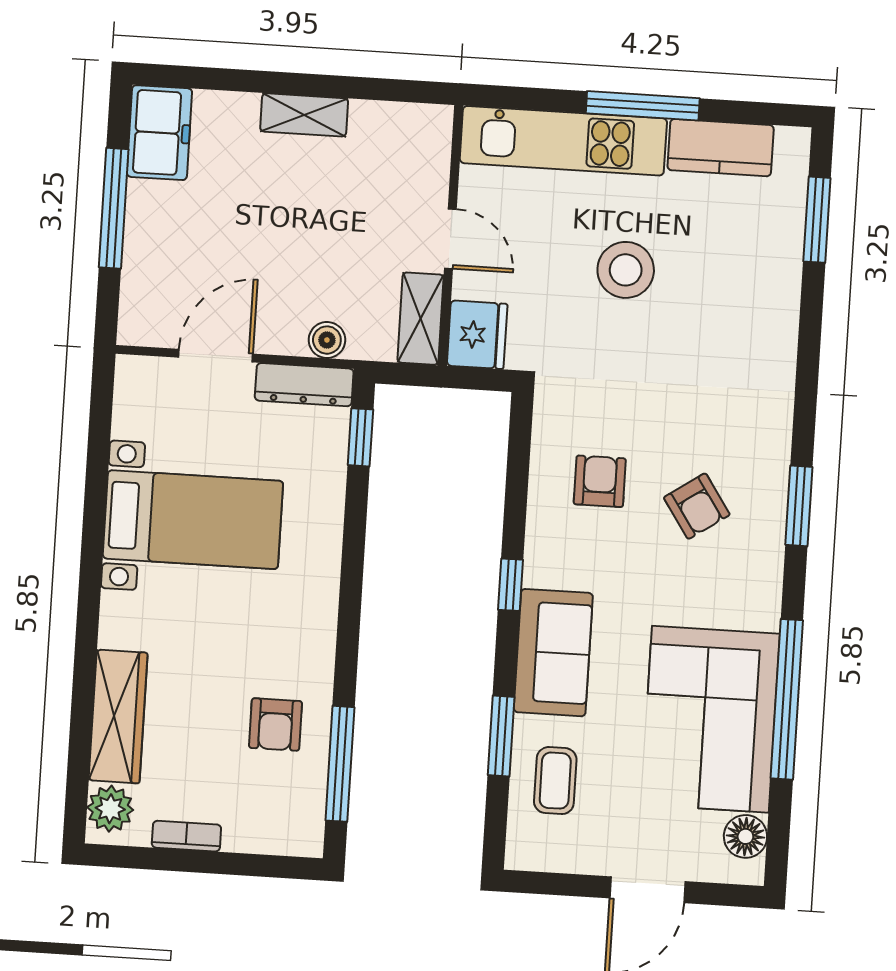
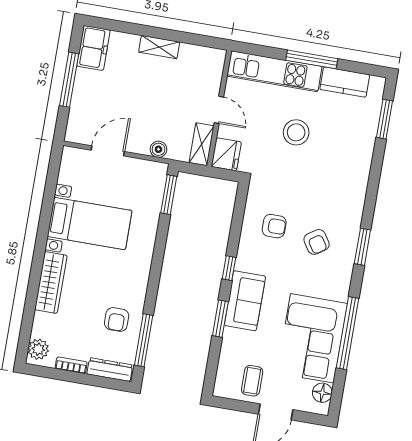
dresser: (304, 385) -> (110, 370), moved, turned 180
window: (360, 437) -> (169, 195), width x1.50
armchair: (600, 481) -> (274, 226), turned 90
wardrobe: (118, 717) -> (51, 282), moved
window: (501, 736) -> (220, 319), moved
coffee table: (555, 781) -> (252, 381), moved

